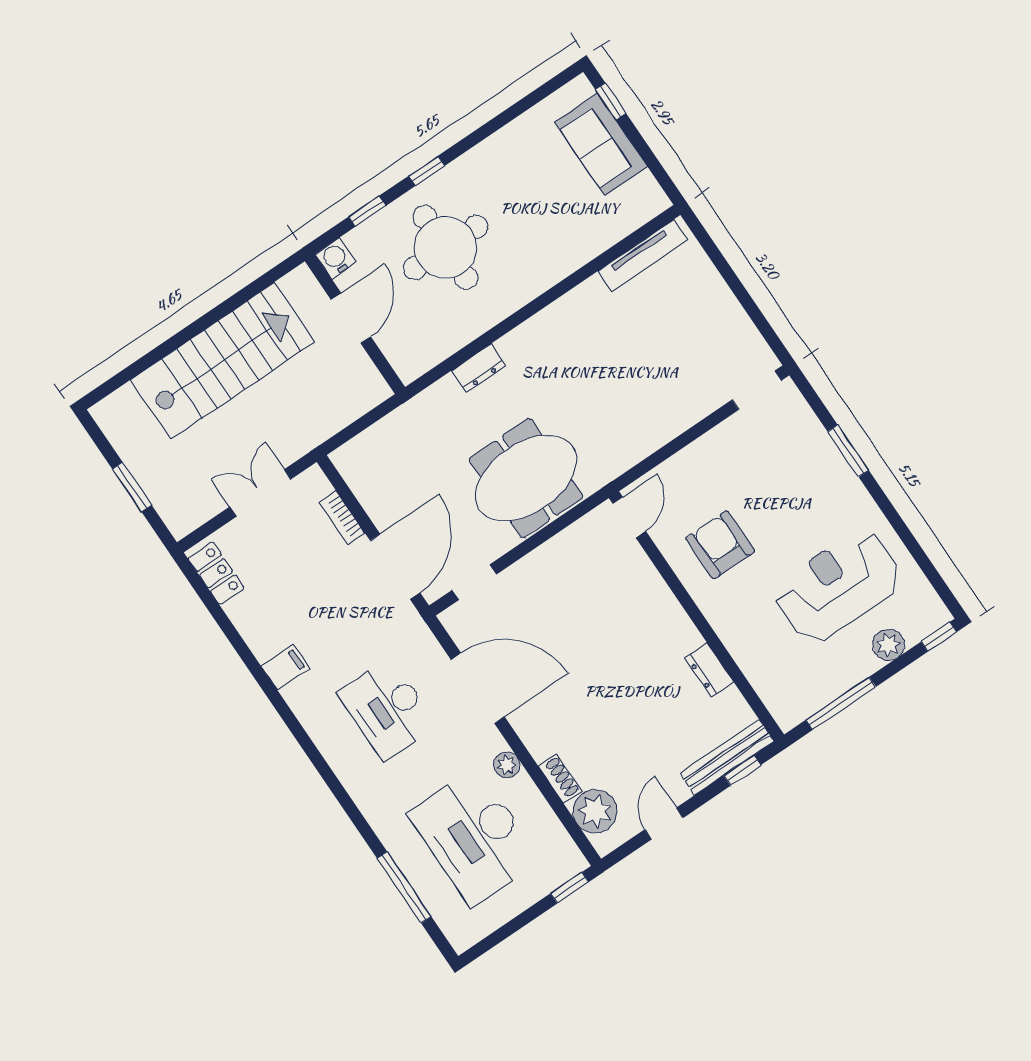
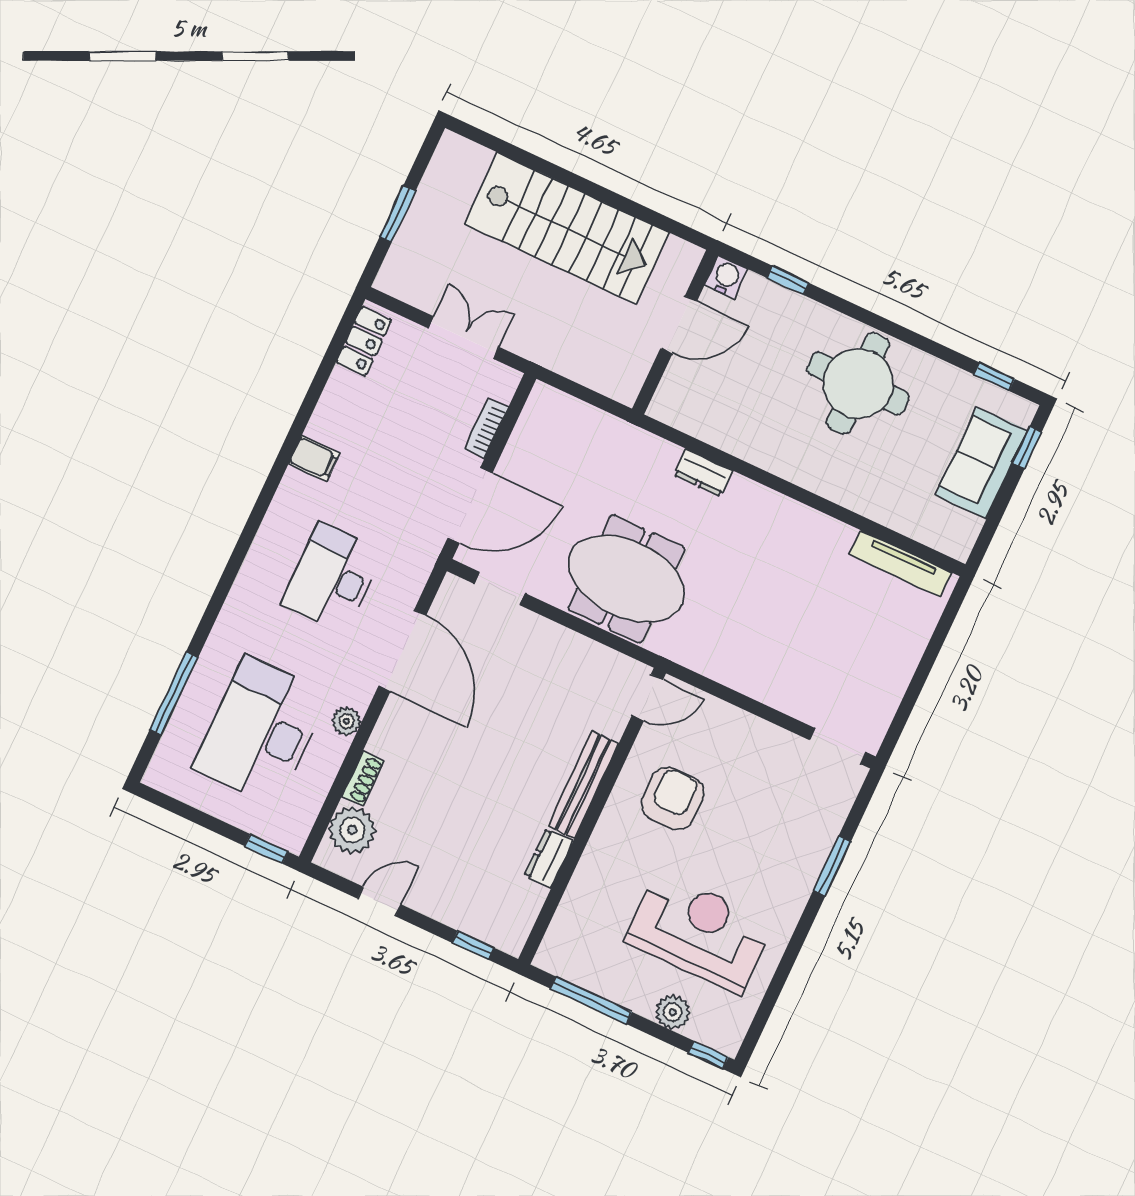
window: (427, 171) -> (994, 377), moved
round table: (446, 247) -> (858, 383), moved
bench: (727, 757) -> (583, 784), moved, turned 90

